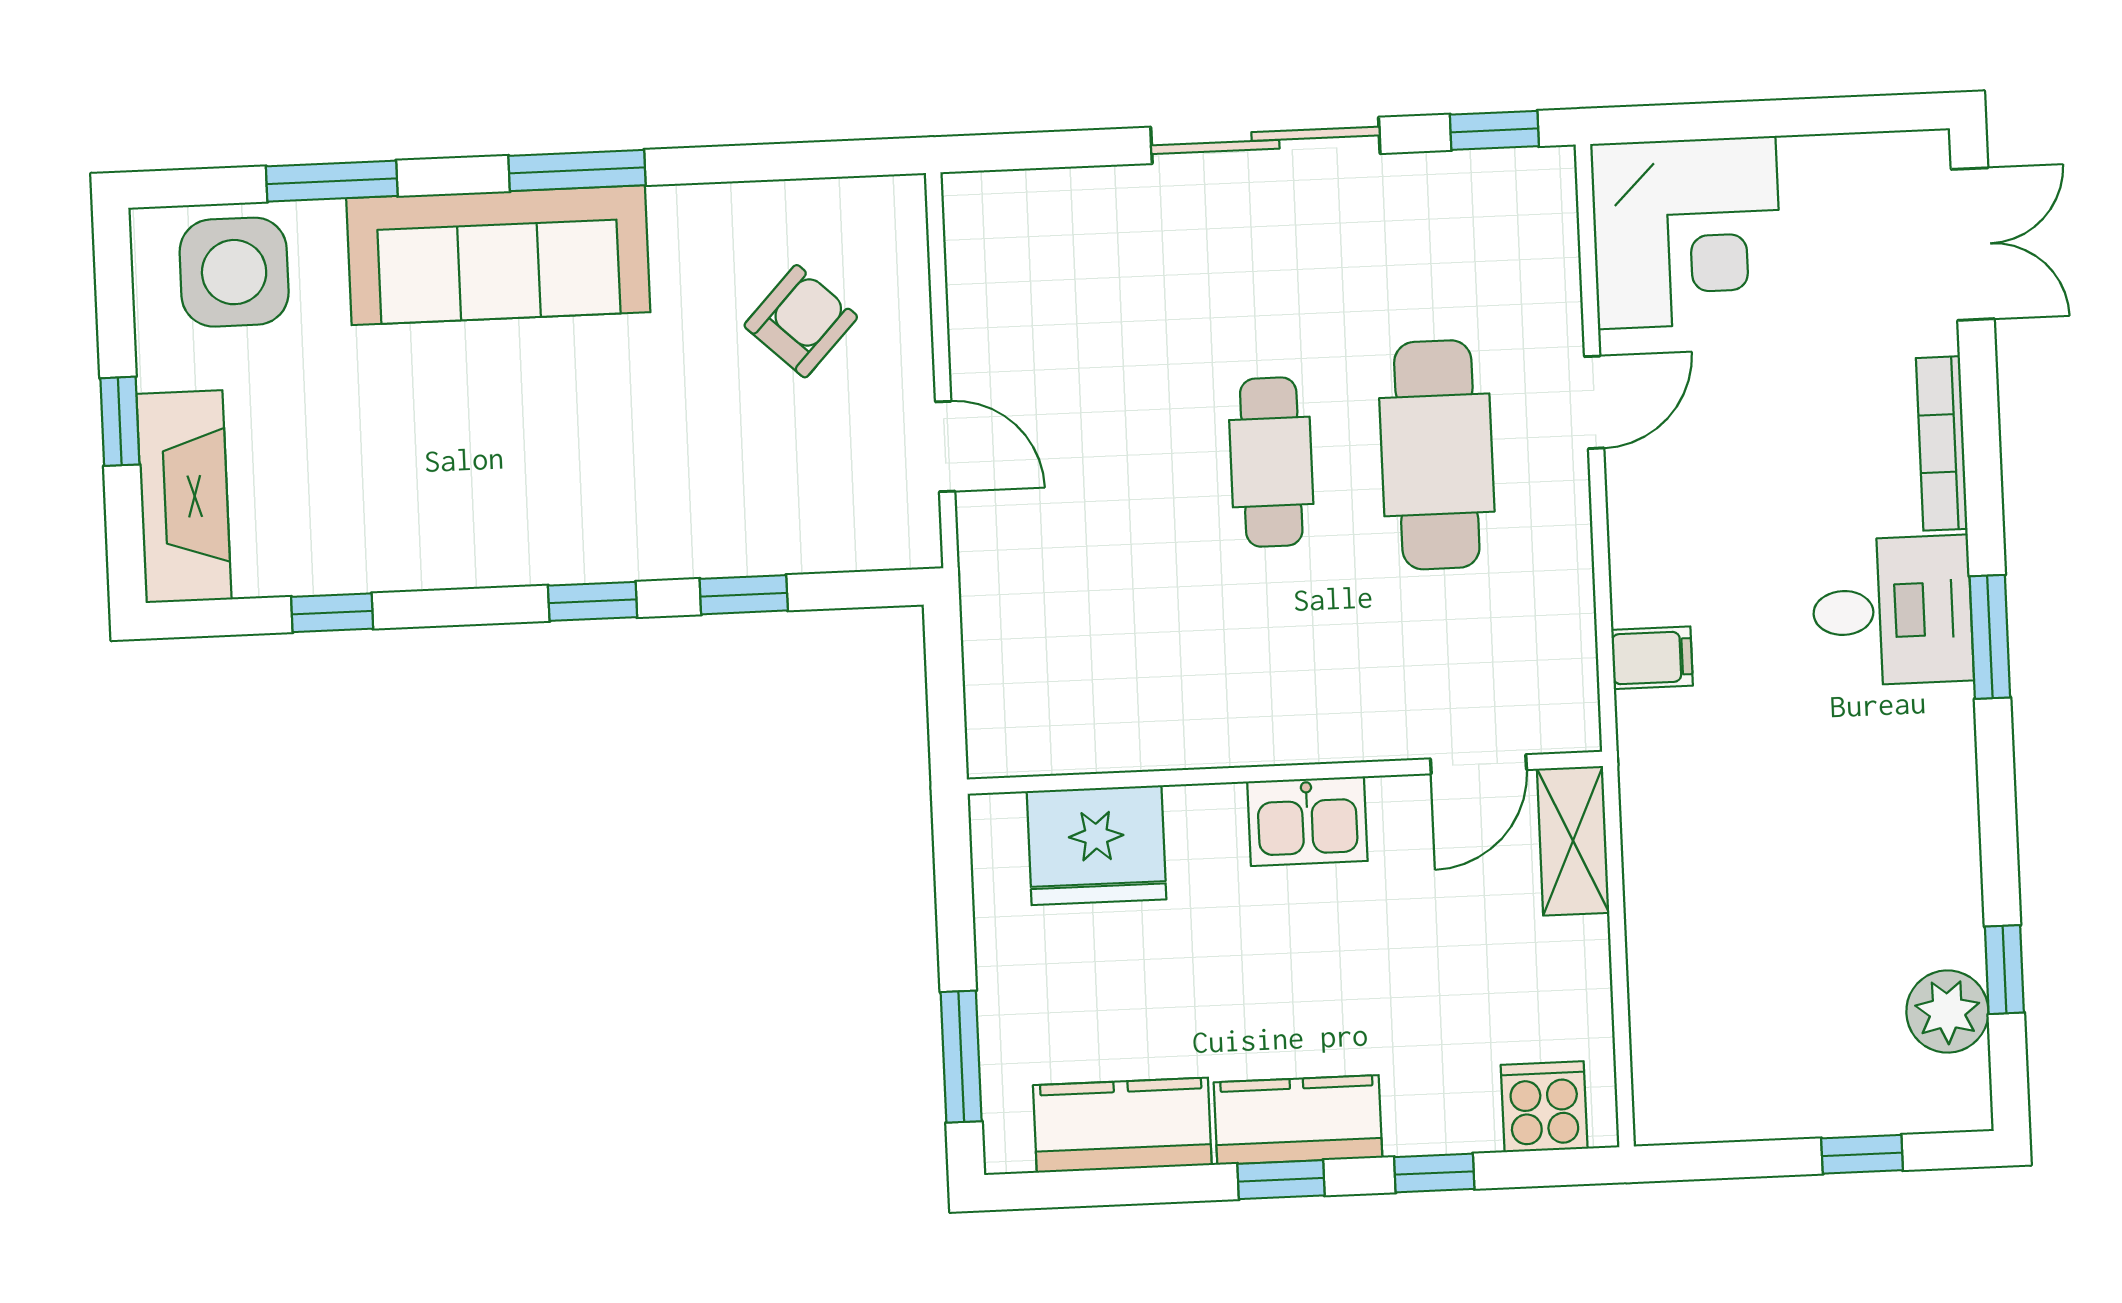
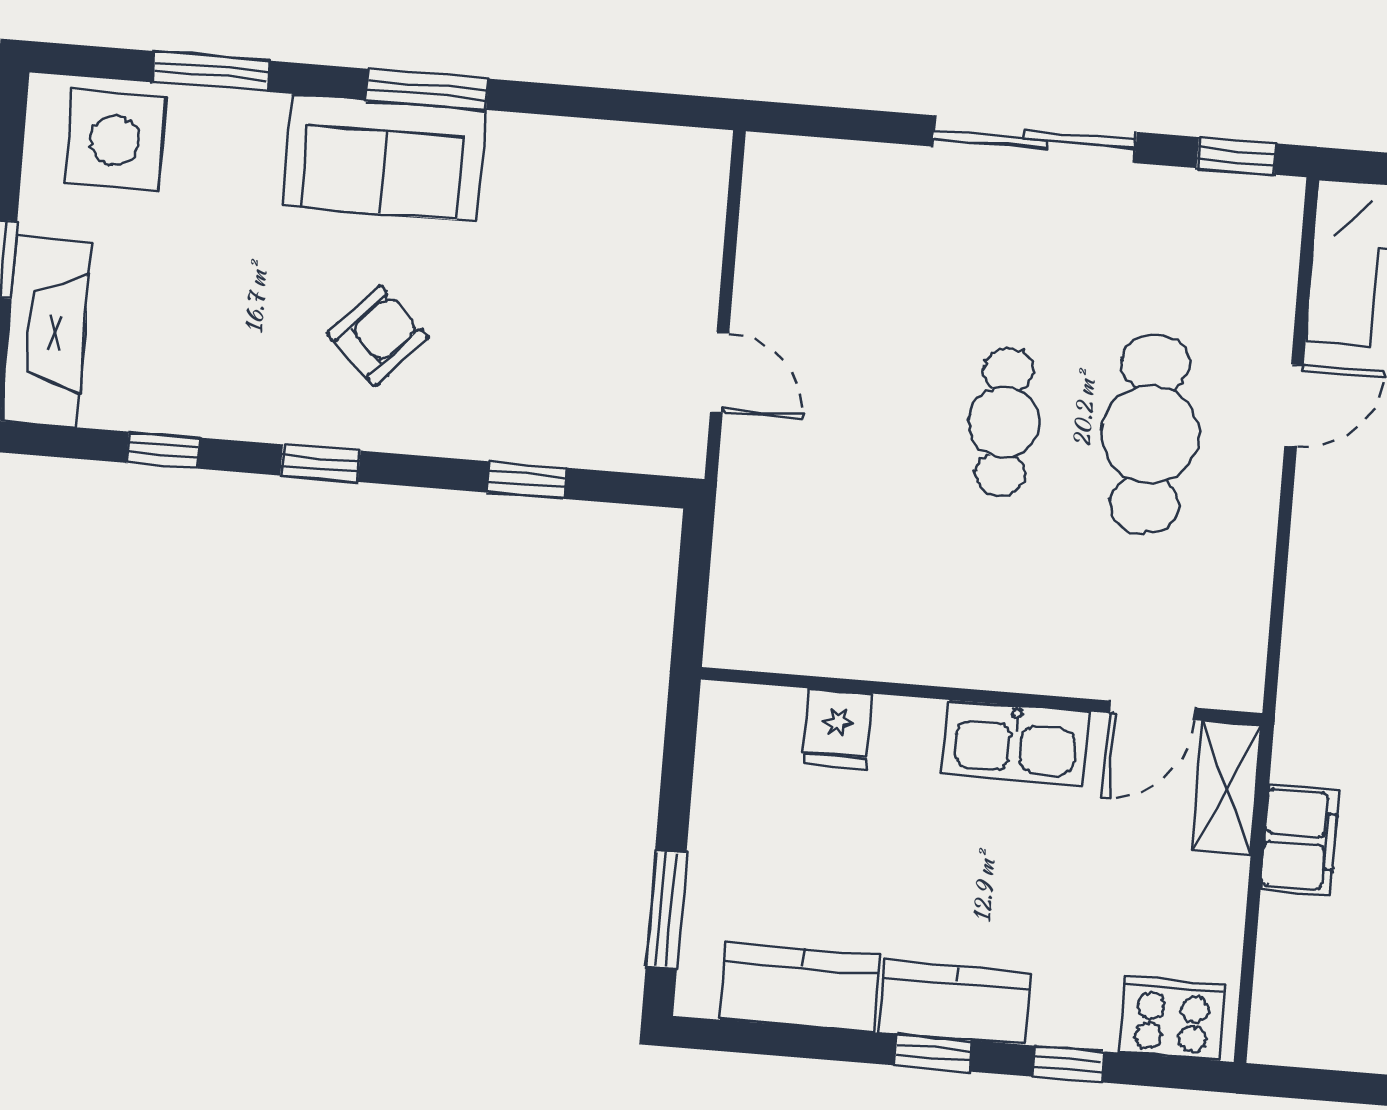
sofa: (498, 255) -> (384, 158), width x0.73
armchair: (801, 321) -> (378, 336), moved
window: (593, 601) -> (320, 463), moved
filing cabinet: (1652, 658) -> (1300, 840), moved, width x2.00
kitchen sink: (1307, 821) -> (1015, 743), width x1.38
fridge: (1097, 845) -> (837, 729), width x0.53, depth x0.75
cooker: (1544, 1107) -> (1172, 1018), width x1.36

